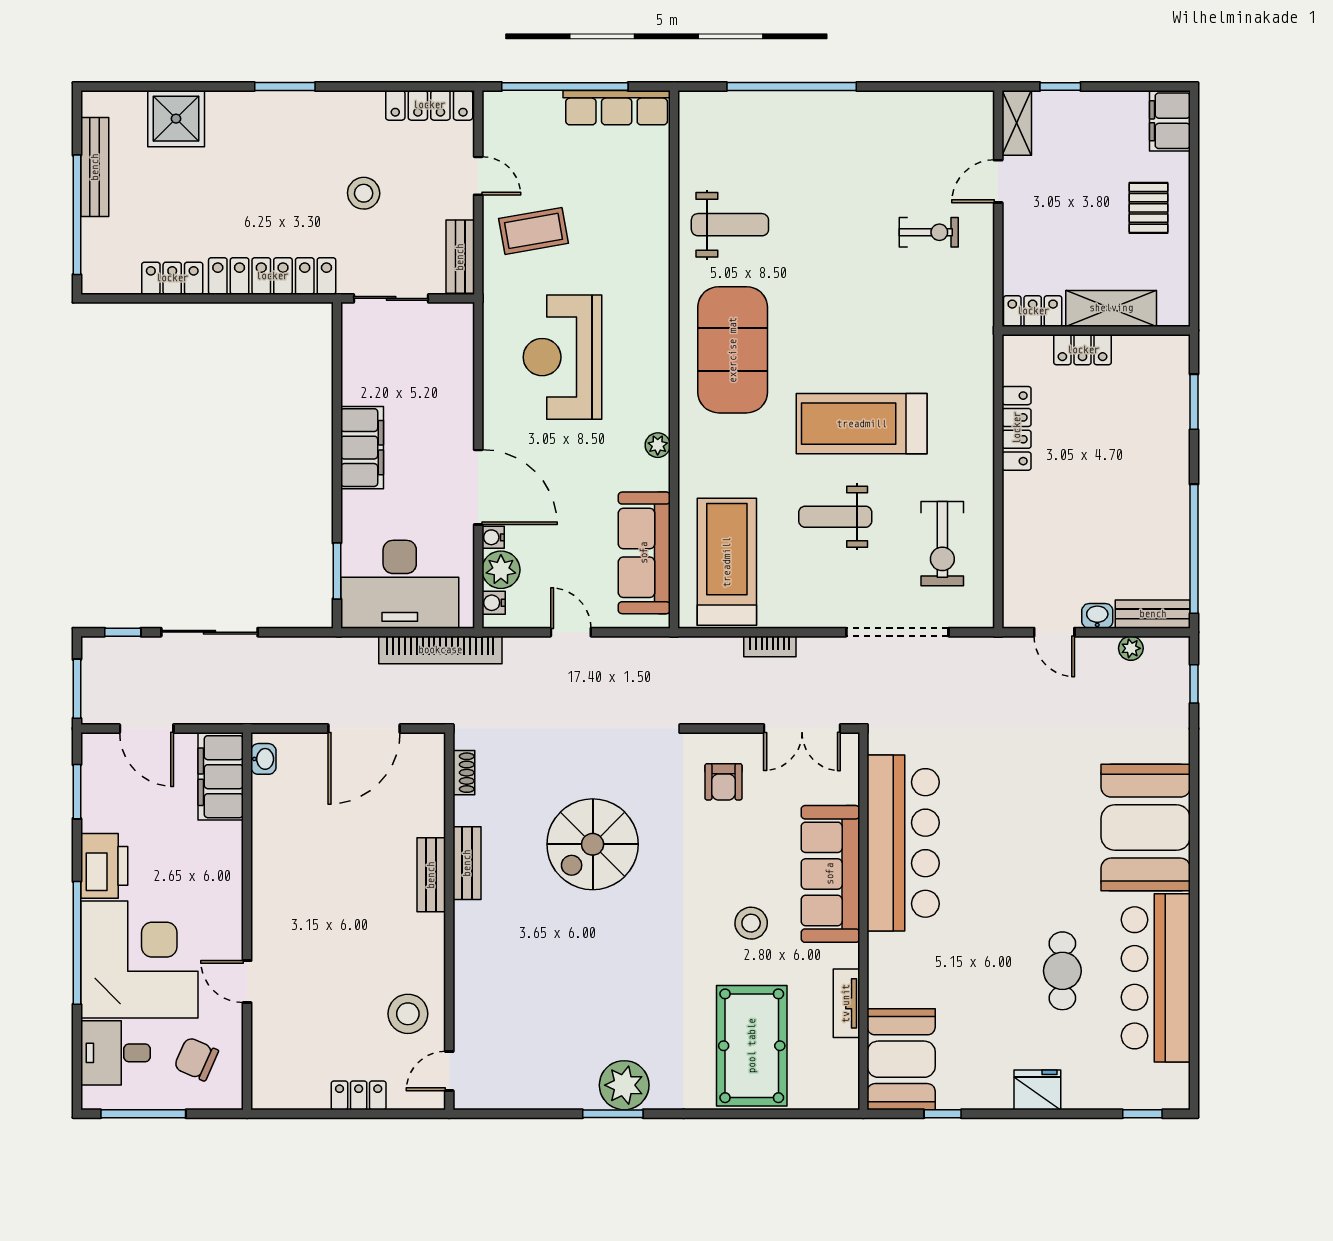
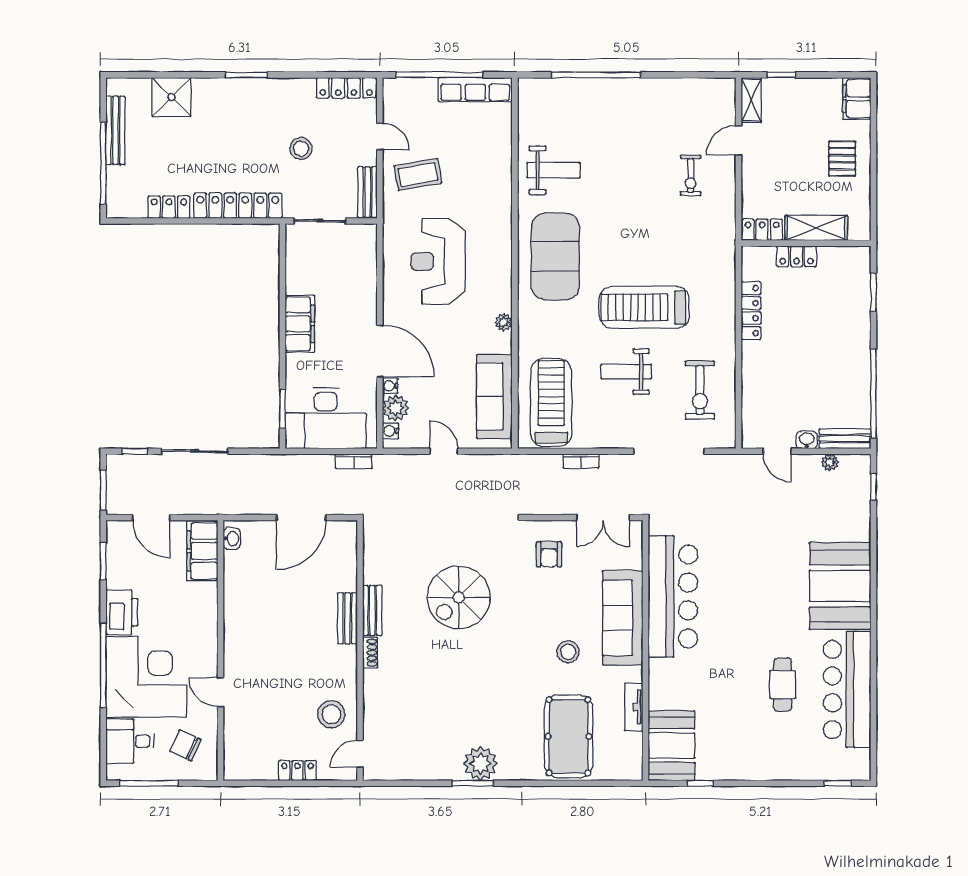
exercise bike: (929, 232) -> (691, 175), turned 90
bookcase: (440, 650) -> (354, 461), width x0.43, depth x0.76
shoe rack: (464, 773) -> (370, 653), moved
fridge: (1037, 1090) -> (765, 767), removed

